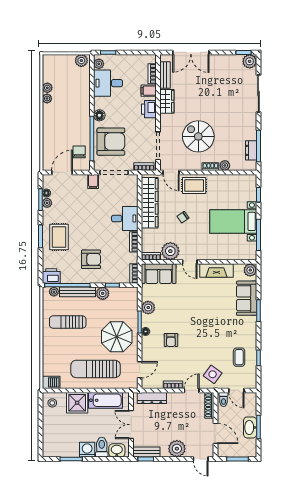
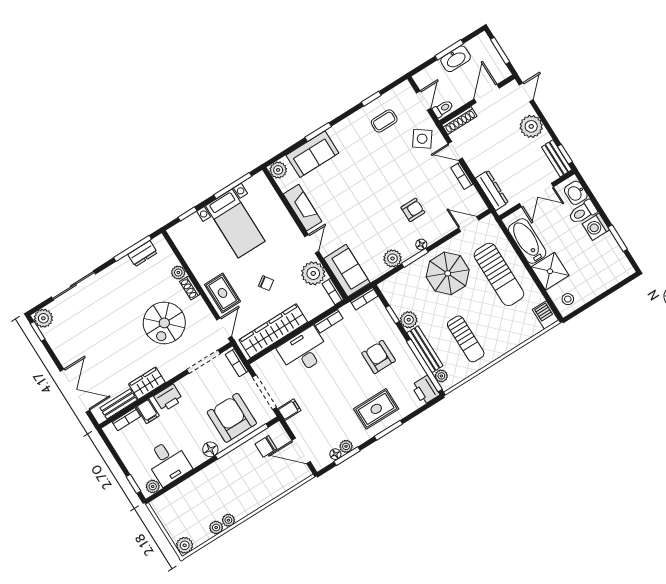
plant: (81, 61) -> (185, 545), moved
desk: (125, 219) -> (304, 351), width x1.37

